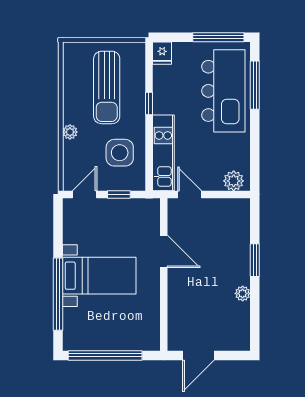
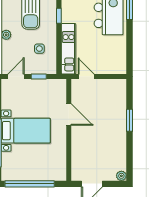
side table: (120, 153) -> (39, 49), width x0.54, depth x0.54
plant: (234, 181) -> (115, 67), removed
plant: (243, 293) -> (121, 176), moved

